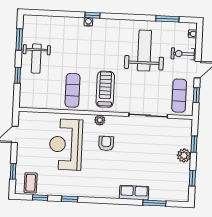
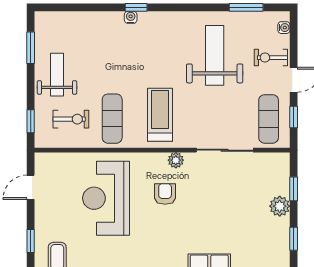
weight bench: (36, 59) -> (57, 75), turned 180
window: (18, 75) -> (31, 121), moved
exercise bike: (44, 89) -> (71, 119), added
plant: (100, 120) -> (176, 160), moved

